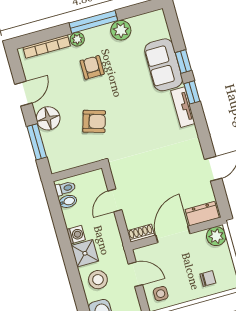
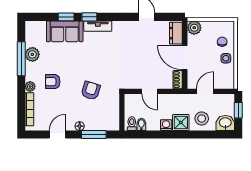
window: (93, 22) -> (21, 59), moved
door: (23, 94) -> (58, 135), hinge flipped
floor lamp: (48, 118) -> (80, 126), width x0.53, depth x0.53
side table: (161, 294) -> (226, 58), moved

